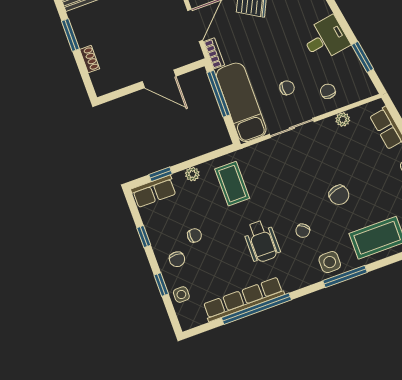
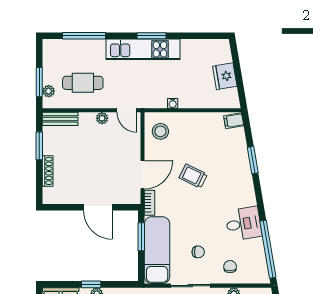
window: (362, 57) -> (268, 249), width x2.11
shoe rack: (90, 59) -> (48, 171), width x1.43
window: (219, 94) -> (141, 237), width x0.69
window: (161, 174) -> (91, 284), moved

